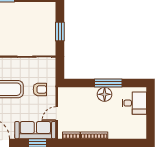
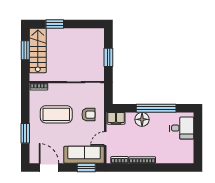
window: (108, 83) -> (156, 108), width x1.46
filing cabinet: (68, 93) -> (116, 118), added
floor lamp: (105, 94) -> (142, 119), moved

